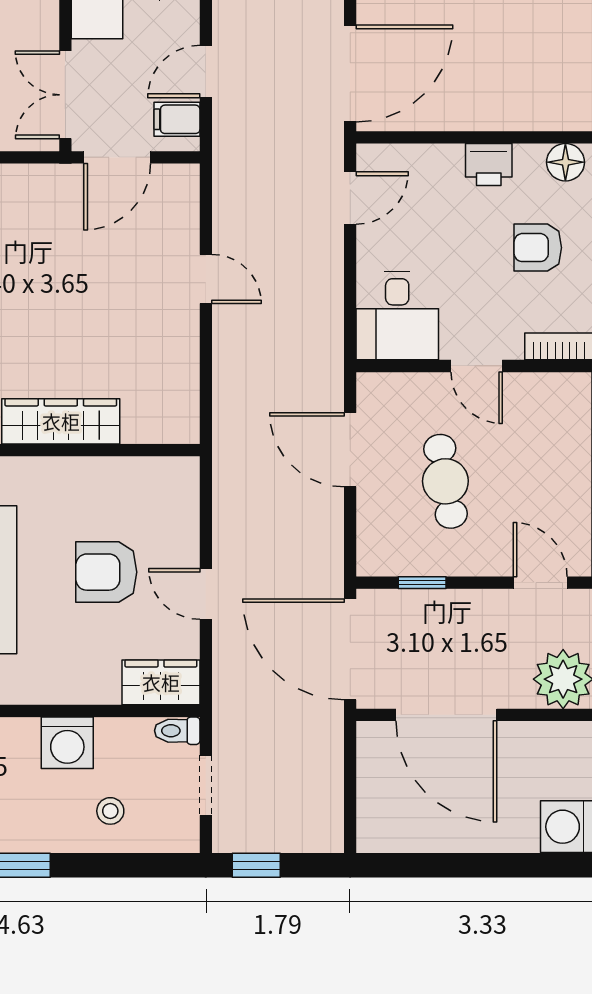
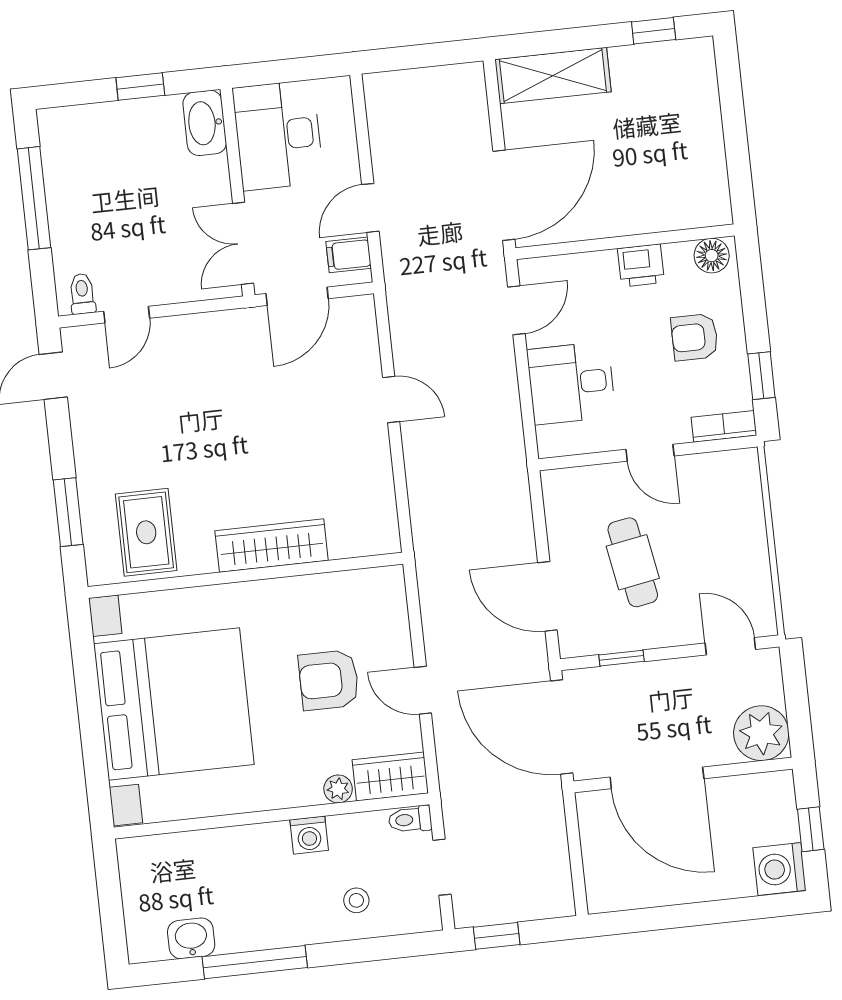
desk: (397, 316) -> (571, 383), moved, turned 90
door: (350, 450) -> (547, 596), moved
plant: (104, 690) -> (338, 789), added
washing machine: (67, 743) -> (309, 835), width x0.73, depth x0.73

